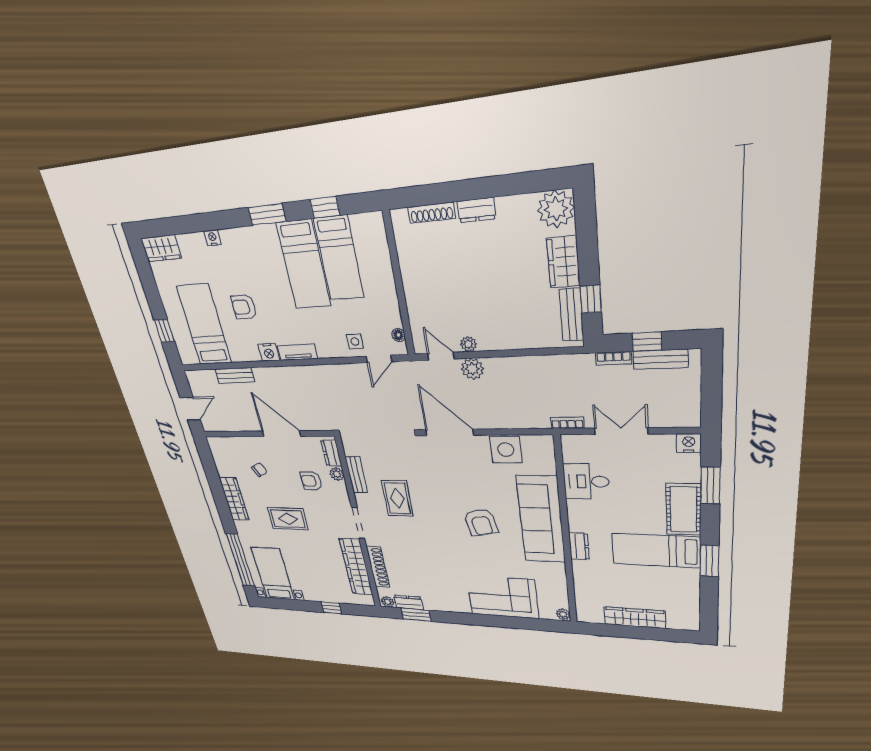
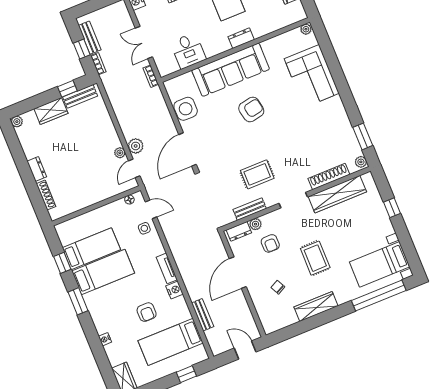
plant: (556, 209) -> (17, 122), width x0.53, depth x0.53
dresser: (409, 602) -> (353, 145), removed

